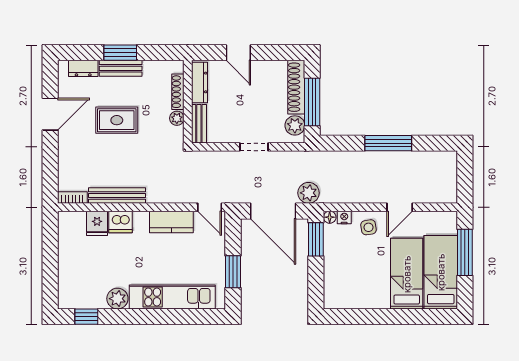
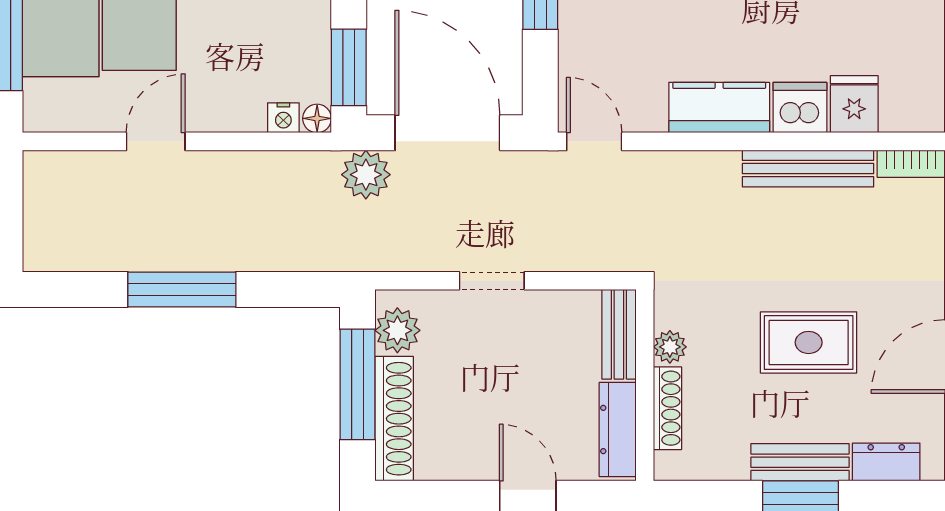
kitchen counter: (171, 222) -> (719, 108), moved
side table: (369, 227) -> (227, 95), removed

